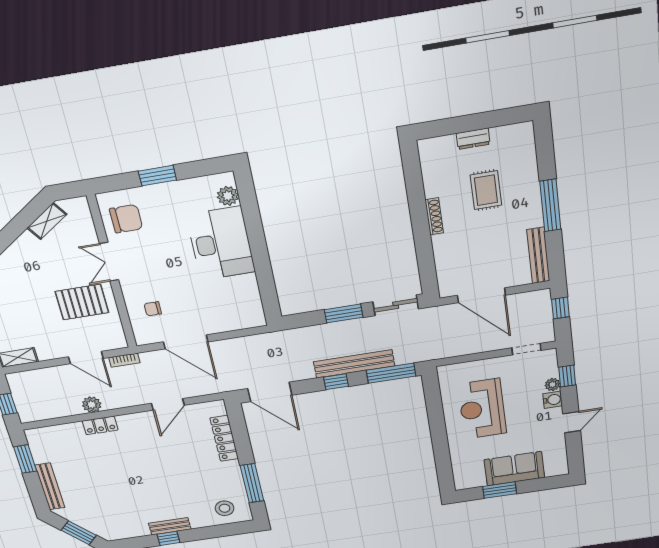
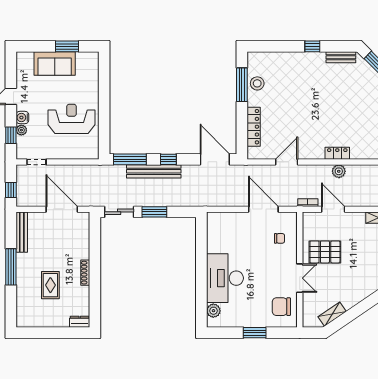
dresser: (473, 139) -> (80, 322), moved
reception desk: (482, 409) -> (72, 119), turned -90
stool: (225, 508) -> (257, 83), moved
bench: (170, 526) -> (341, 57), moved

